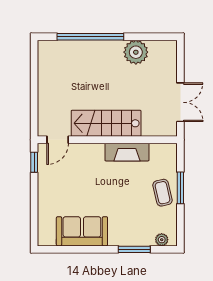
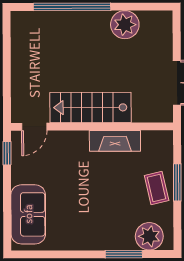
sofa: (82, 231) -> (28, 214), moved, turned 90
plant: (162, 240) -> (149, 236), width x1.87, depth x1.87

